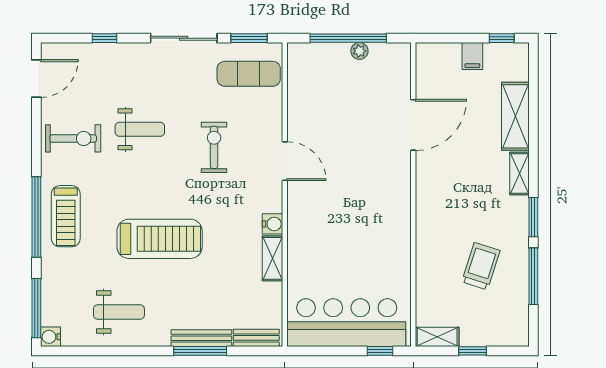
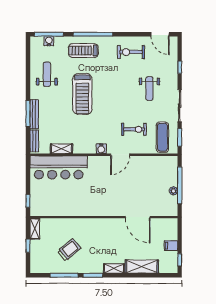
weight bench: (140, 129) -> (149, 89), moved
exercise bike: (73, 138) -> (131, 52), turned 90
exercise bike: (214, 147) -> (134, 129), moved
treadmill: (66, 216) -> (83, 51), moved
water cooler: (272, 224) -> (101, 149), moved
shelving: (273, 258) -> (61, 149), moved
trolley: (481, 266) -> (69, 250), turned -58
weight bench: (119, 312) -> (47, 74), turned 180
bar counter: (347, 323) -> (59, 167), moved, turned 90
water cooler: (51, 337) -> (49, 41), moved

